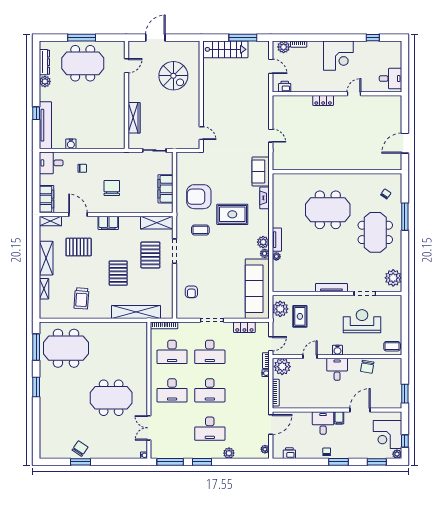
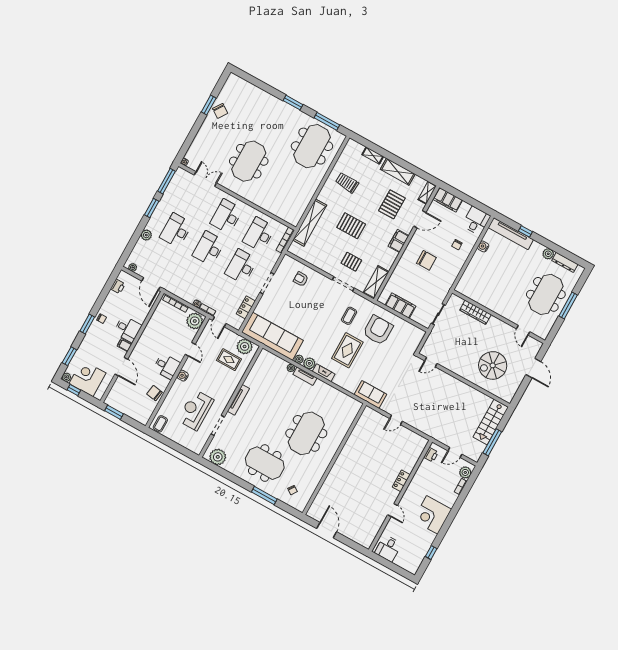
fireplace: (264, 198) -> (324, 373), moved
pallet: (150, 255) -> (351, 262), width x0.67, depth x0.71
reception desk: (362, 321) -> (196, 410), turned 180

